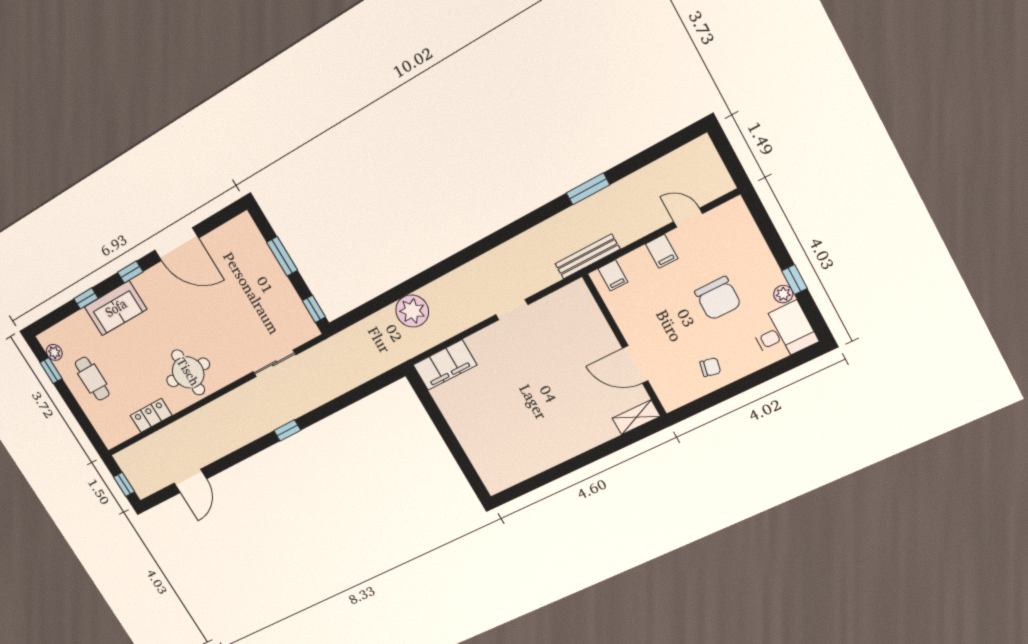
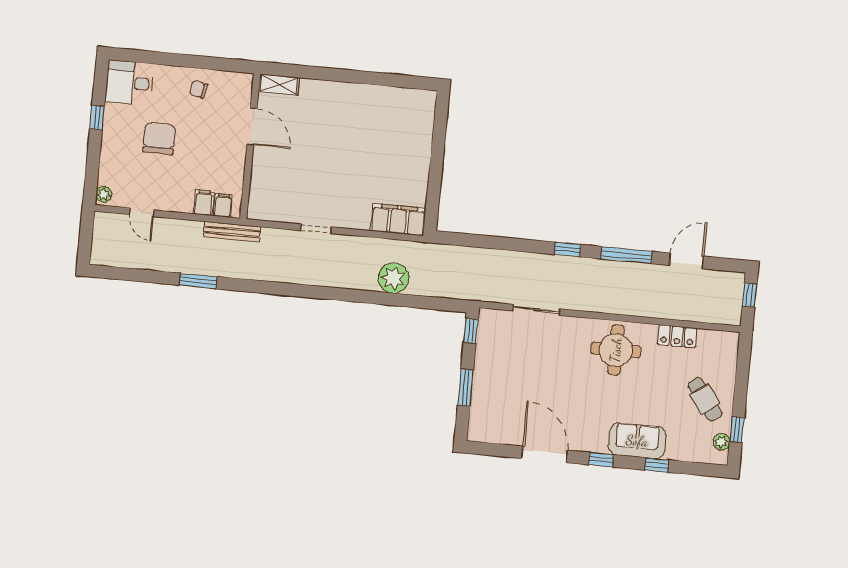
filing cabinet: (662, 251) -> (204, 203), moved
plant: (783, 294) -> (104, 194), moved
cafe table: (92, 379) -> (705, 399), turned -37
window: (239, 456) -> (626, 255), added

